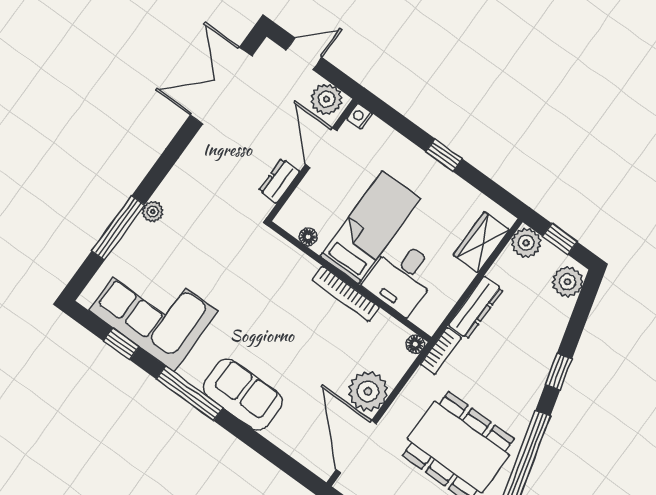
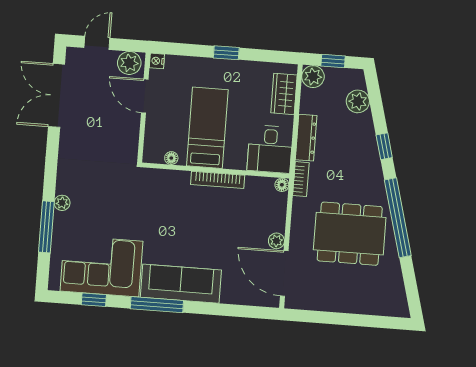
dresser: (279, 181) -> (131, 134), removed
desk: (402, 277) -> (270, 149), moved
plant: (568, 282) -> (358, 101), moved
plant: (368, 391) -> (276, 241), width x0.53, depth x0.53
sofa: (243, 394) -> (181, 284), width x1.36

